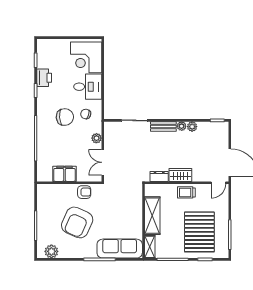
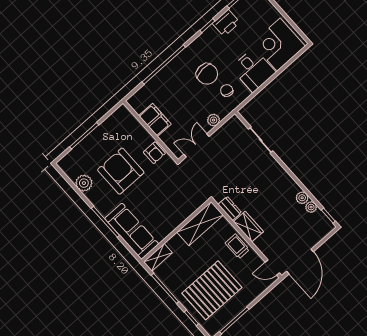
bench: (163, 126) -> (279, 171), removed
plant: (182, 126) -> (311, 207), moved
shelving: (152, 216) -> (200, 224), moved
armchair: (77, 222) -> (121, 171), turned 66
plant: (51, 251) -> (84, 183), moved

